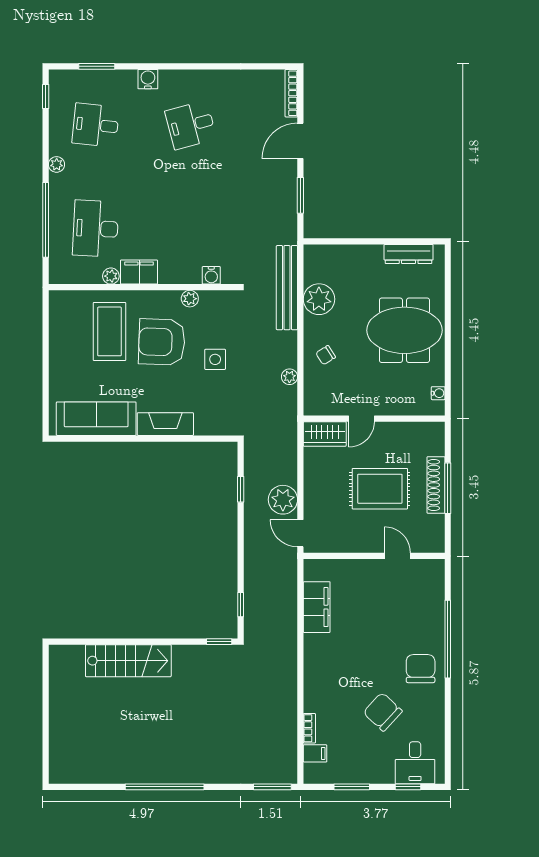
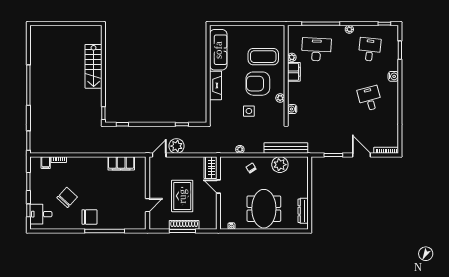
armchair: (162, 342) -> (258, 84), turned -92

